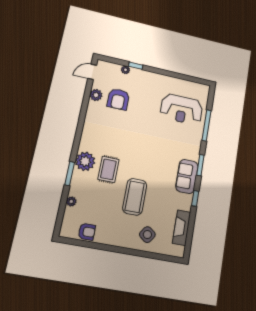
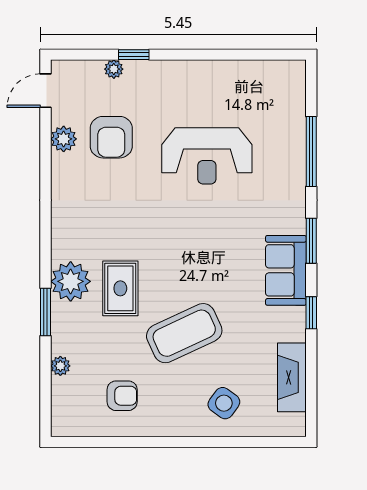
reception desk: (182, 109) -> (207, 156), moved
coffee table: (135, 197) -> (184, 333), turned 65
armchair: (87, 232) -> (122, 396), moved

